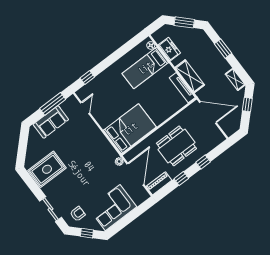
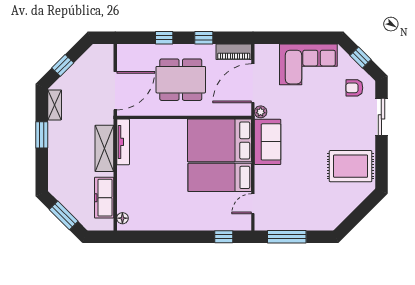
freezer: (169, 49) -> (104, 198), width x1.40
window: (223, 49) -> (42, 135), moved
bed: (145, 68) -> (220, 177), moved, turned 180
door: (208, 112) -> (115, 91), swing flipped
sofa: (51, 122) -> (268, 142), moved, turned 90

